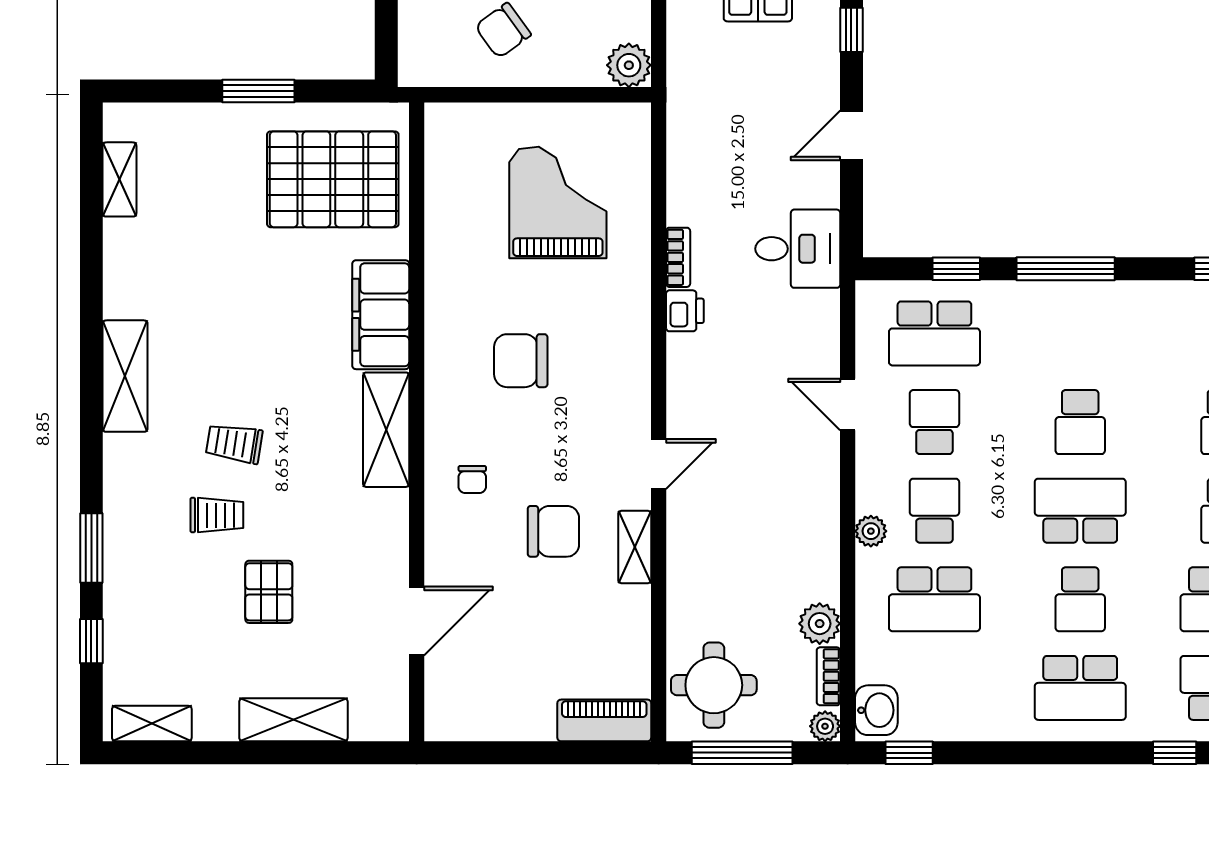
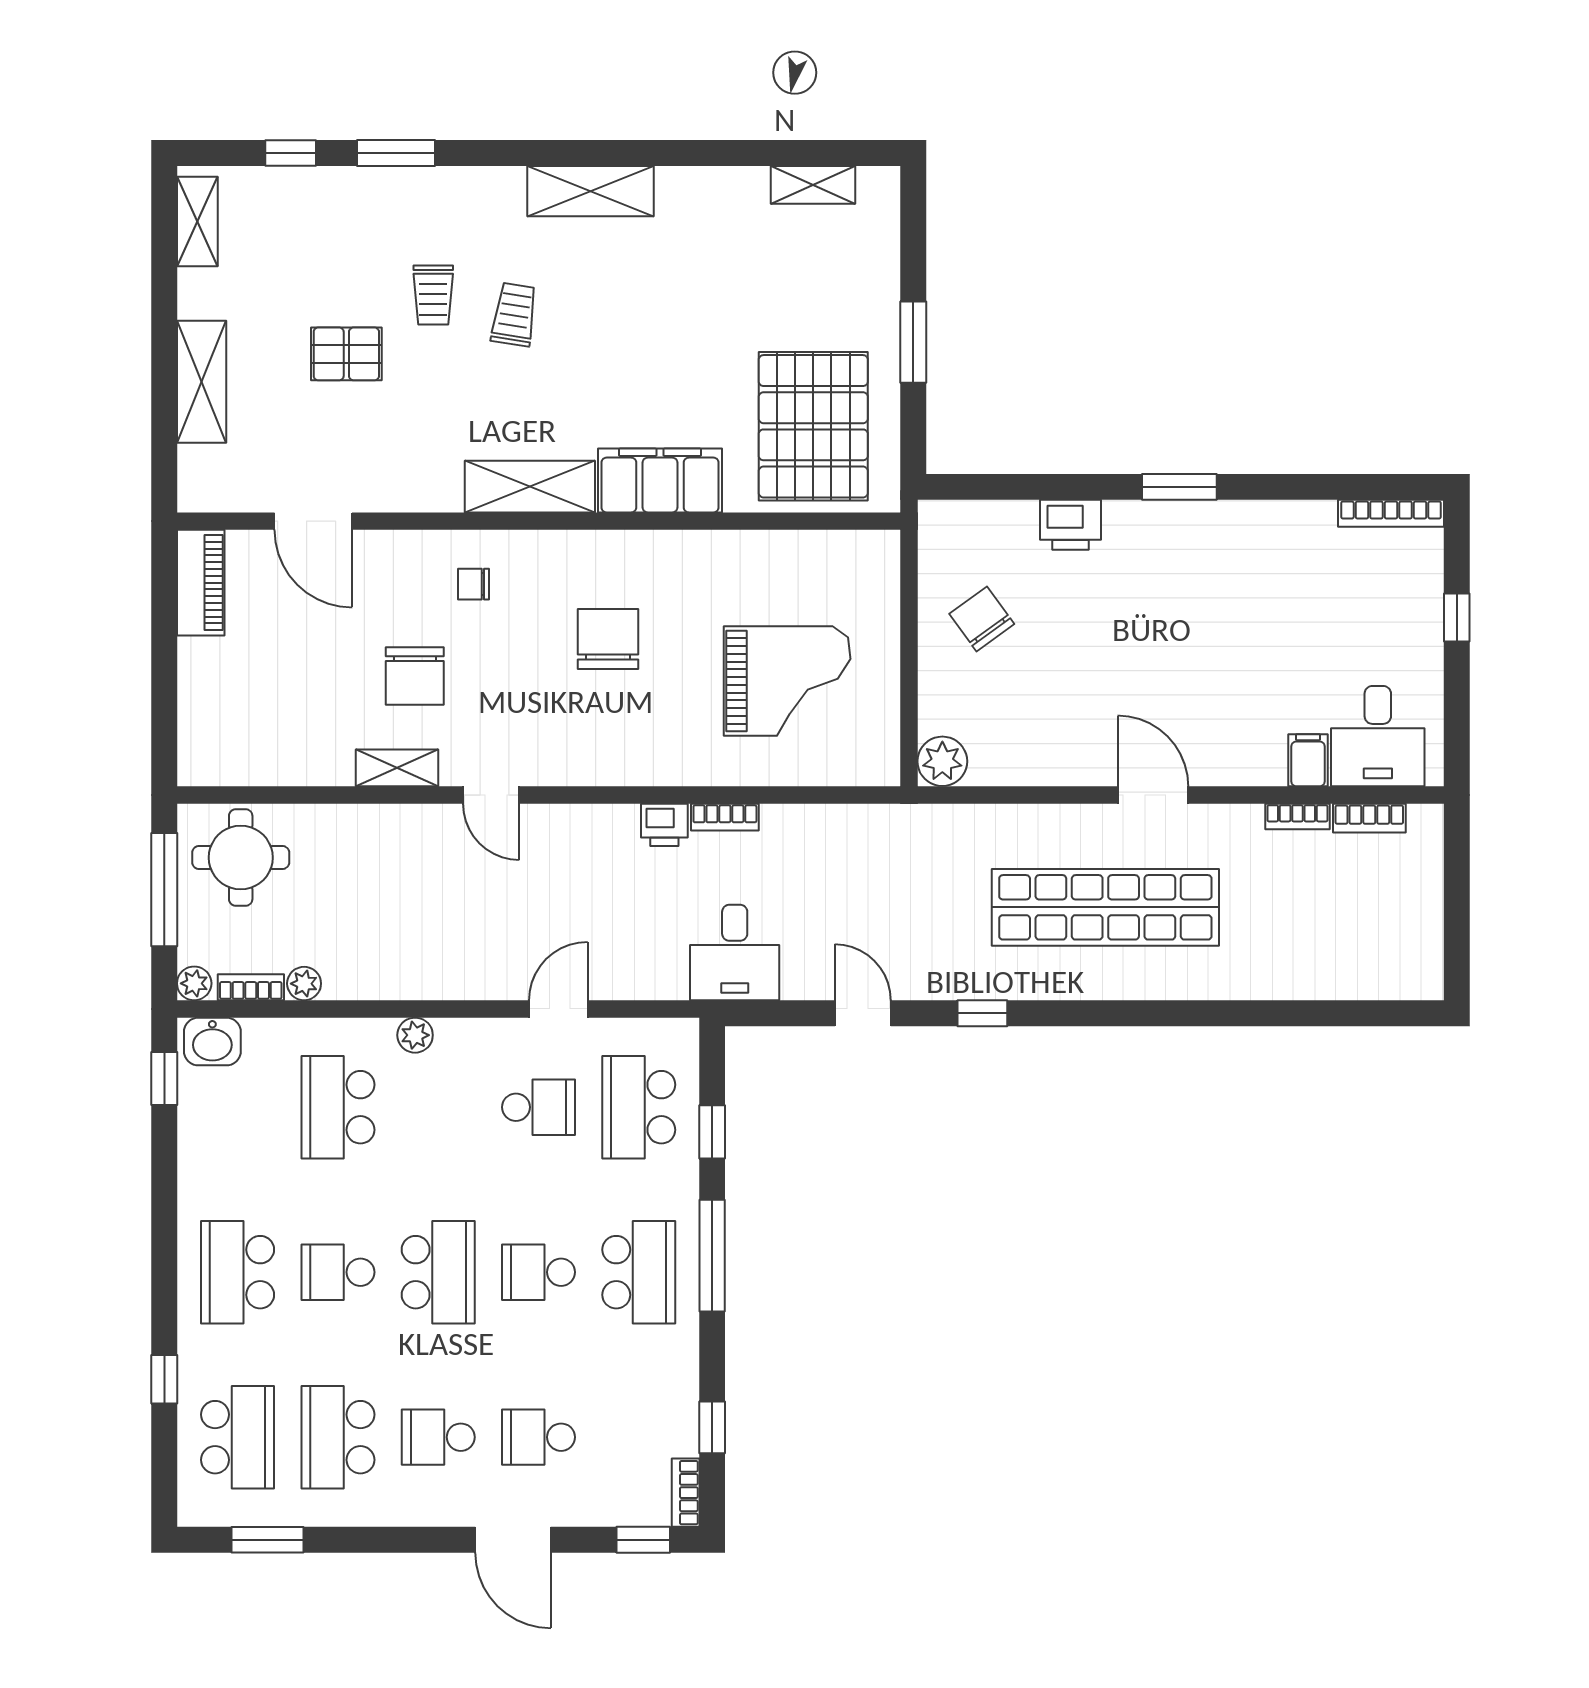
school desk: (934, 511) -> (639, 1272), moved, width x1.85
plant: (820, 624) -> (304, 984), width x0.73, depth x0.73
piano: (604, 720) -> (201, 583), moved

